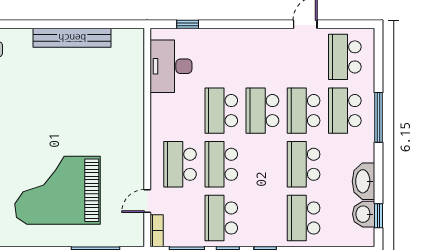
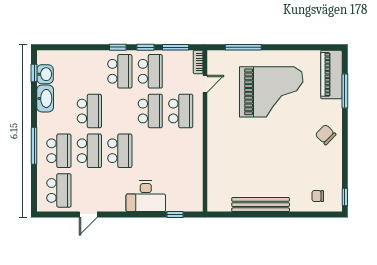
desk: (171, 66) -> (146, 196), moved, turned 90
school desk: (221, 111) -> (150, 151), removed
school desk: (304, 218) -> (120, 71), moved

